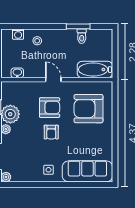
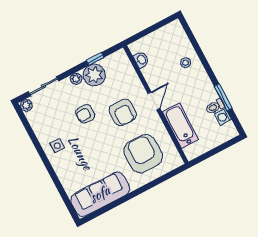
washing machine: (18, 34) -> (223, 117), moved
bathtub: (95, 70) -> (181, 126), moved
armchair: (51, 132) -> (85, 114), moved
sofa: (87, 171) -> (100, 194), moved, turned -90

